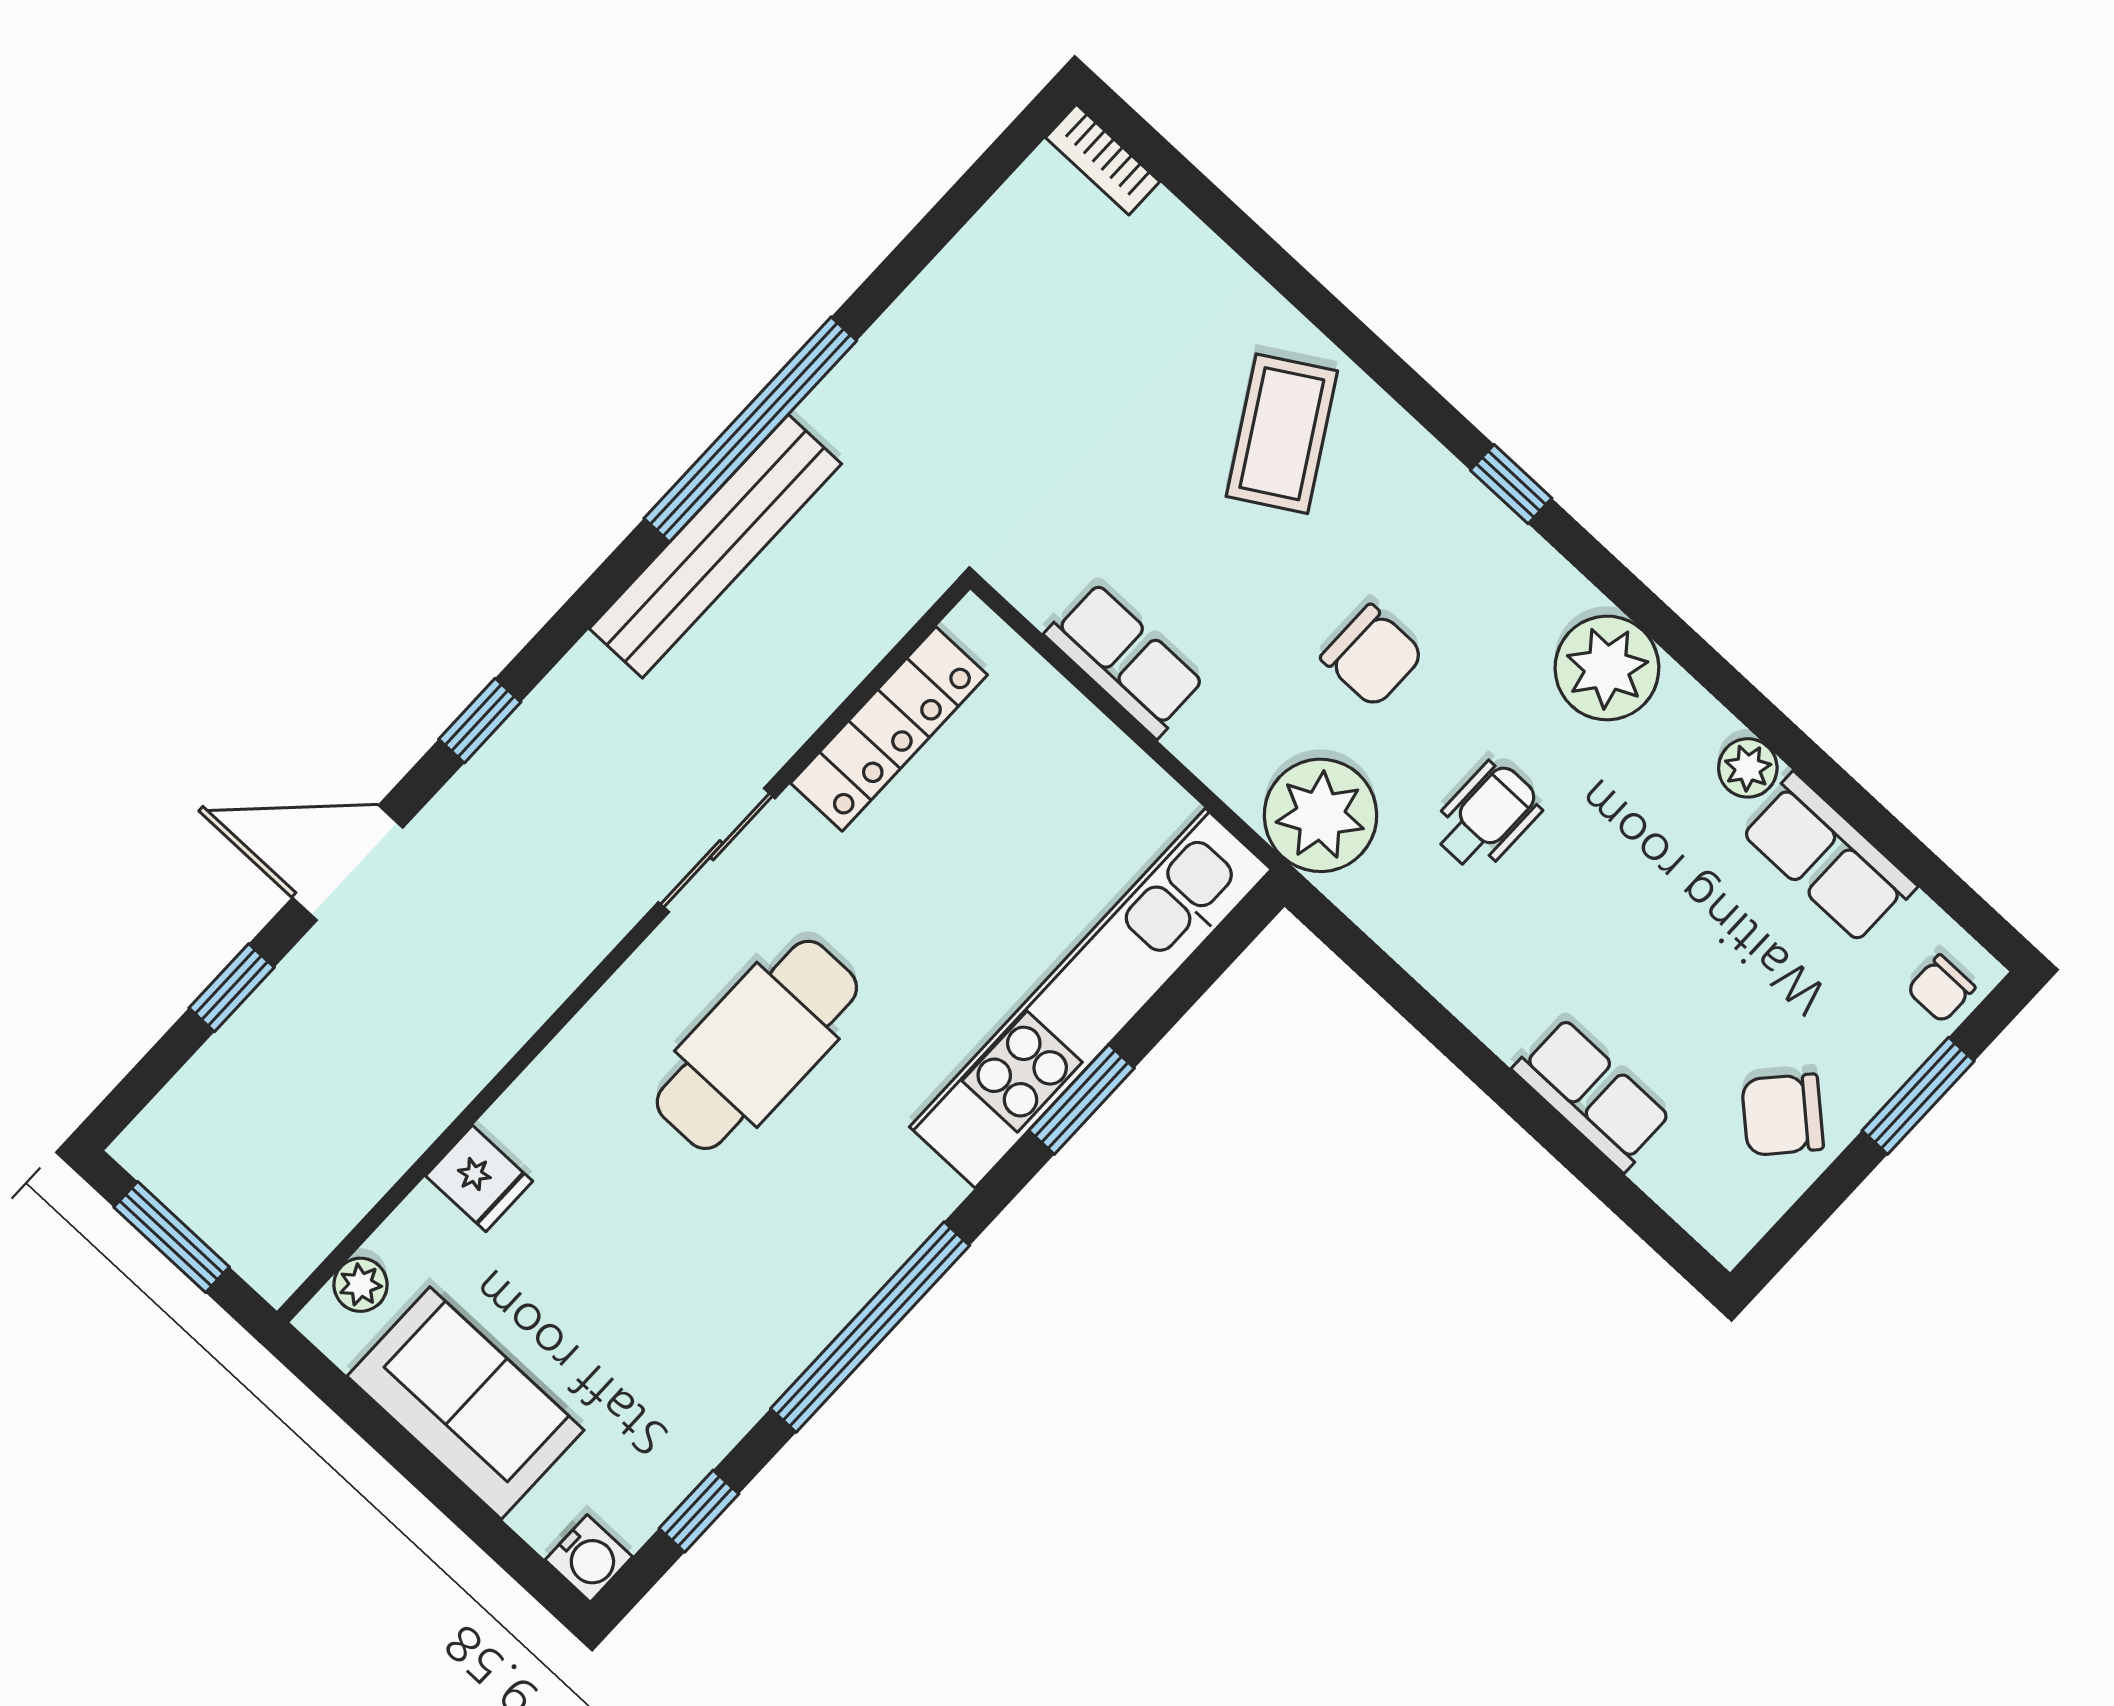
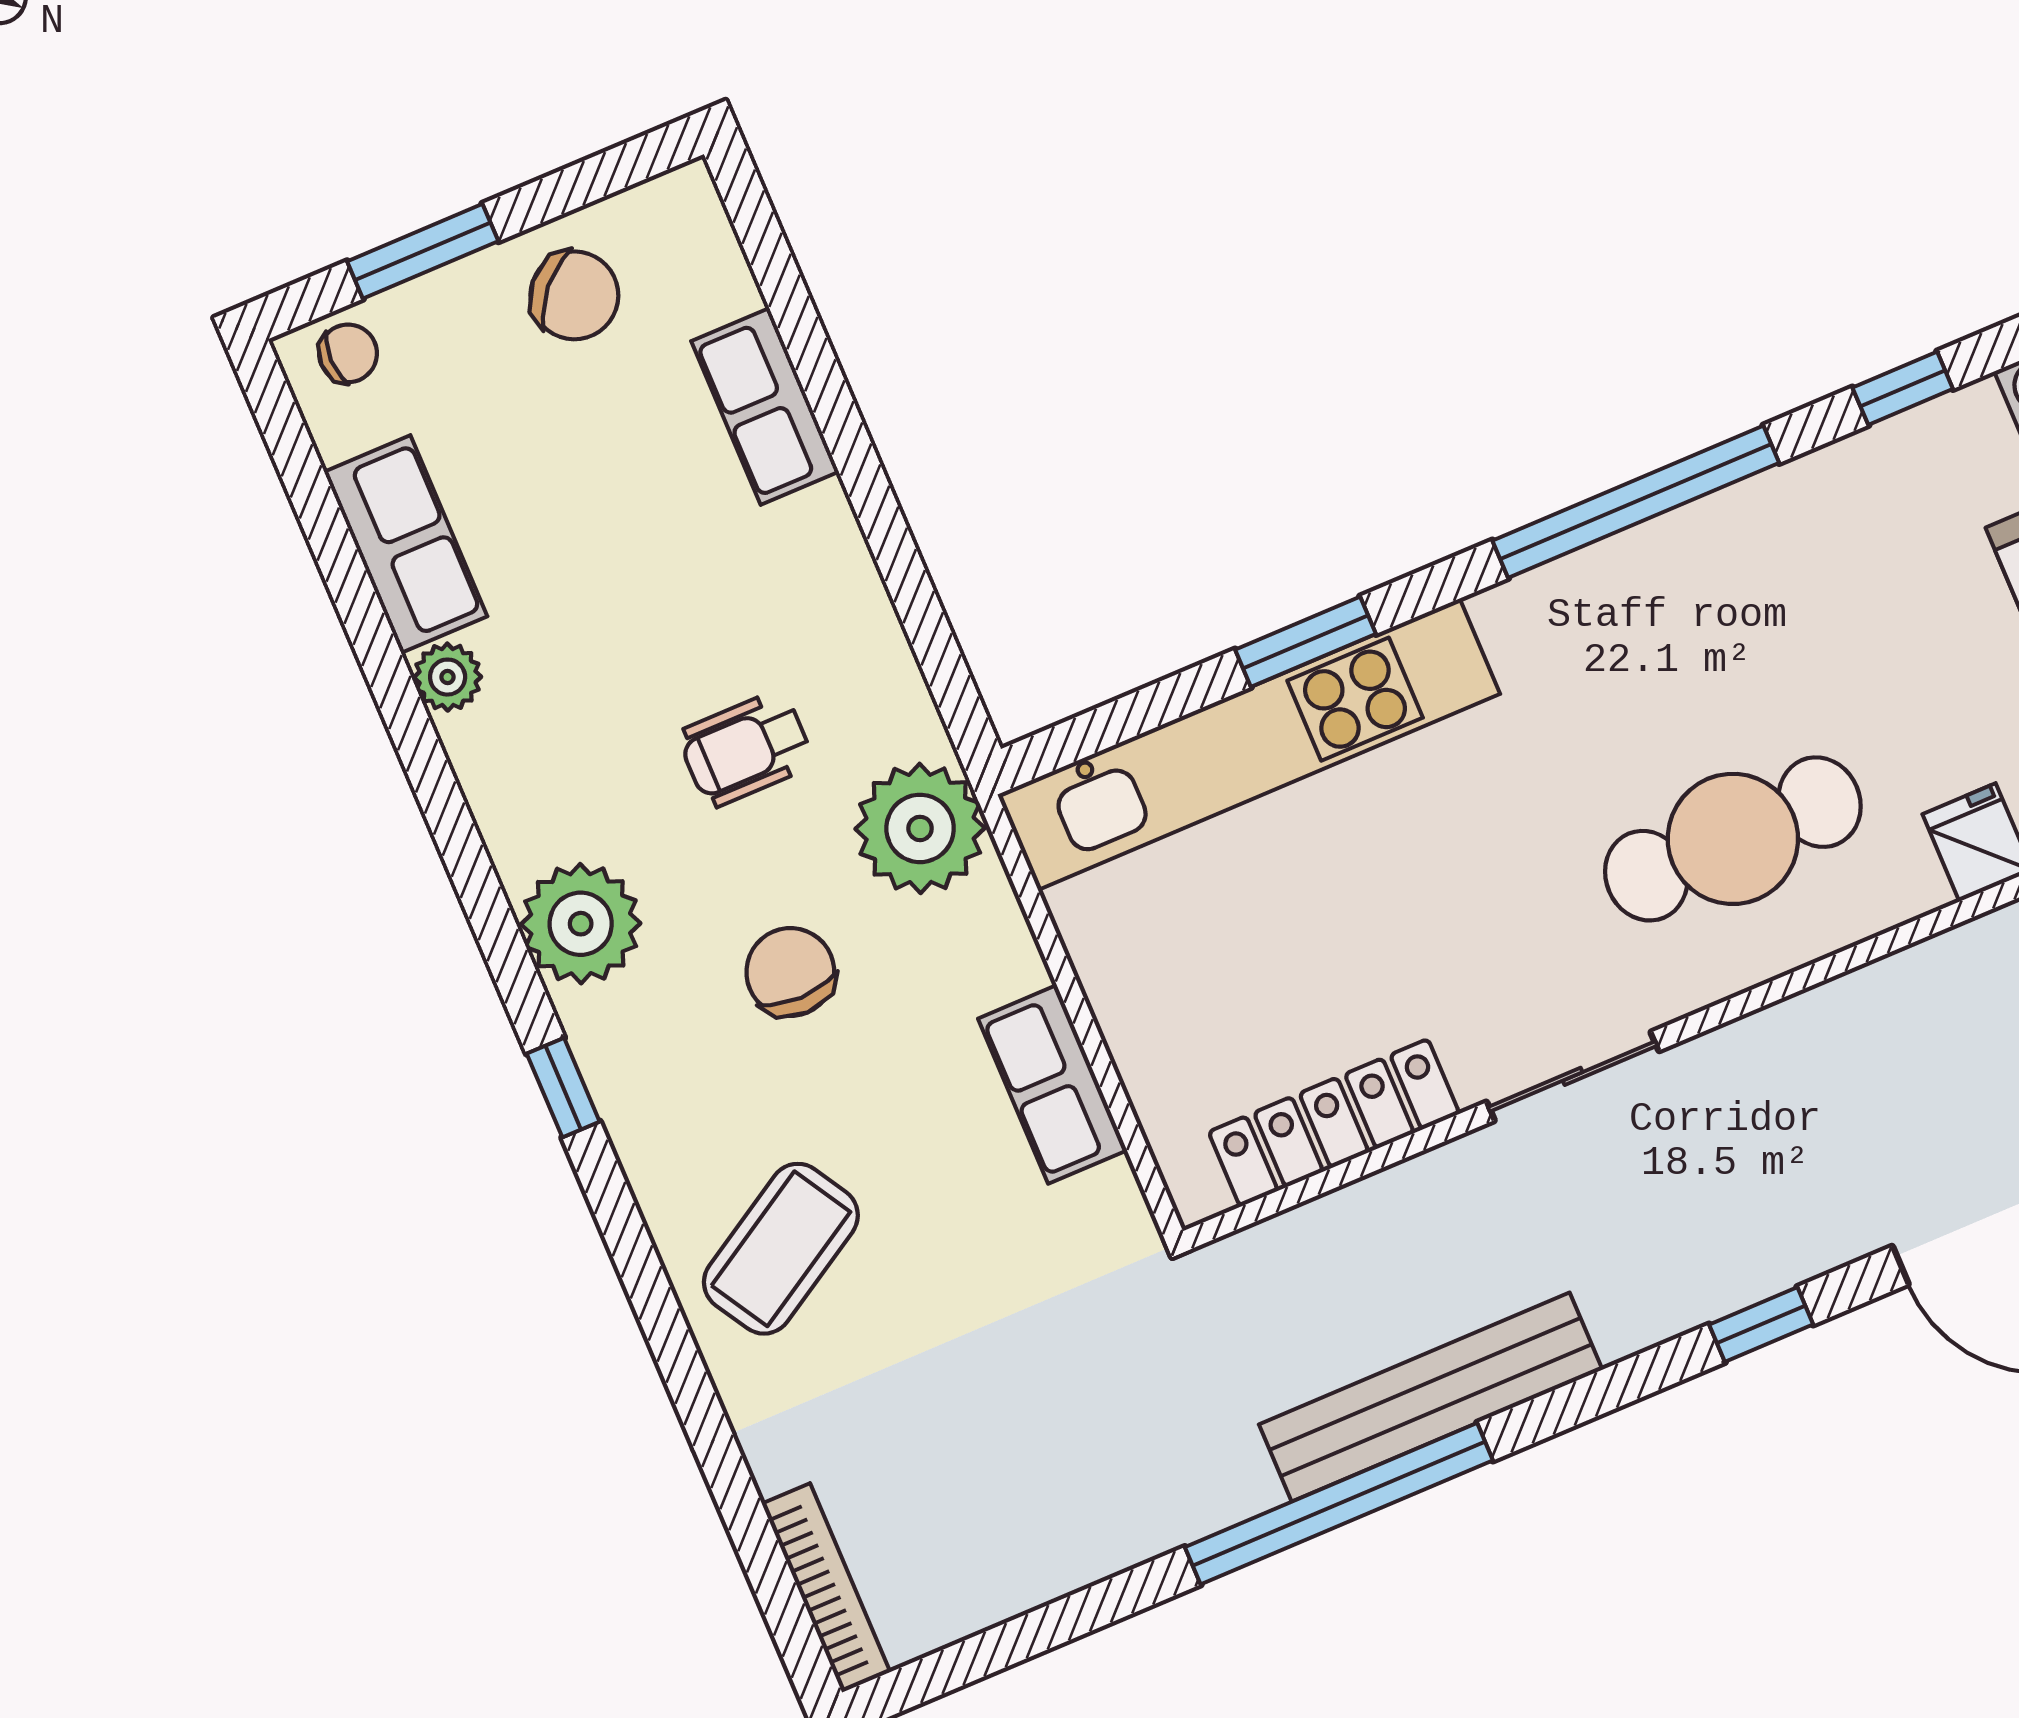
bookcase: (1103, 160) -> (826, 1588), width x1.56
plant: (1607, 668) -> (581, 924), moved
cafe table: (757, 1045) -> (1733, 839), moved

